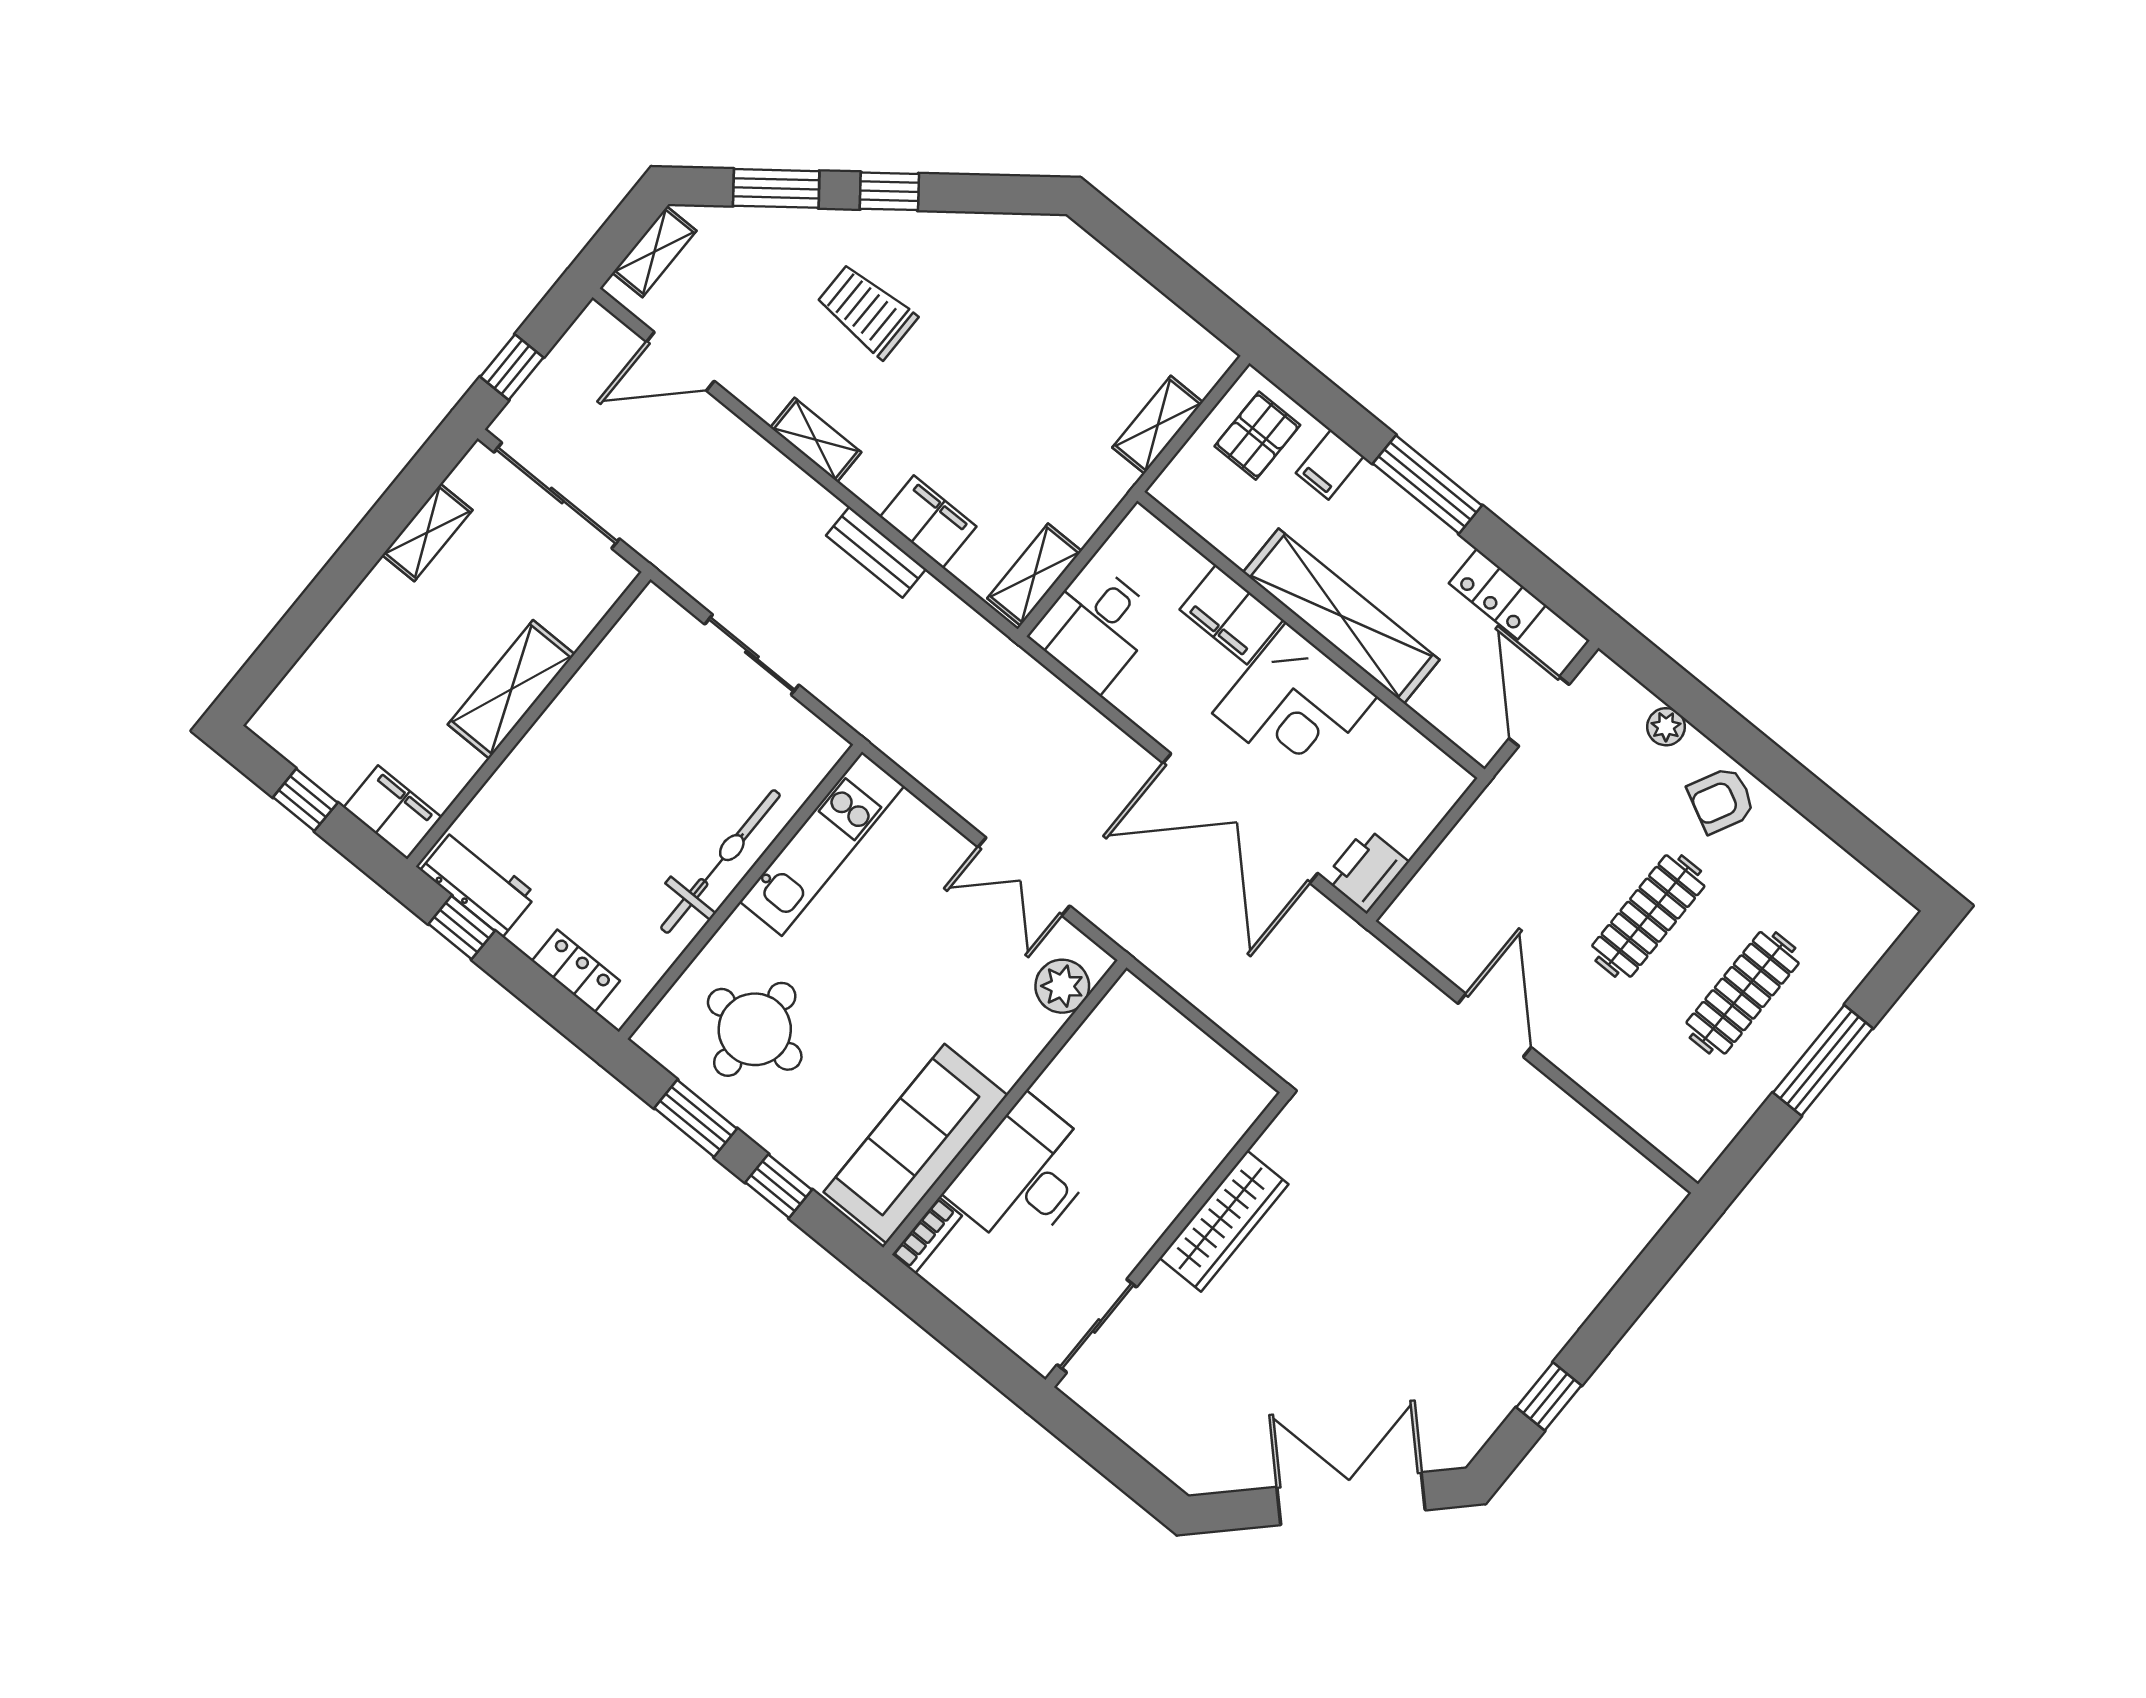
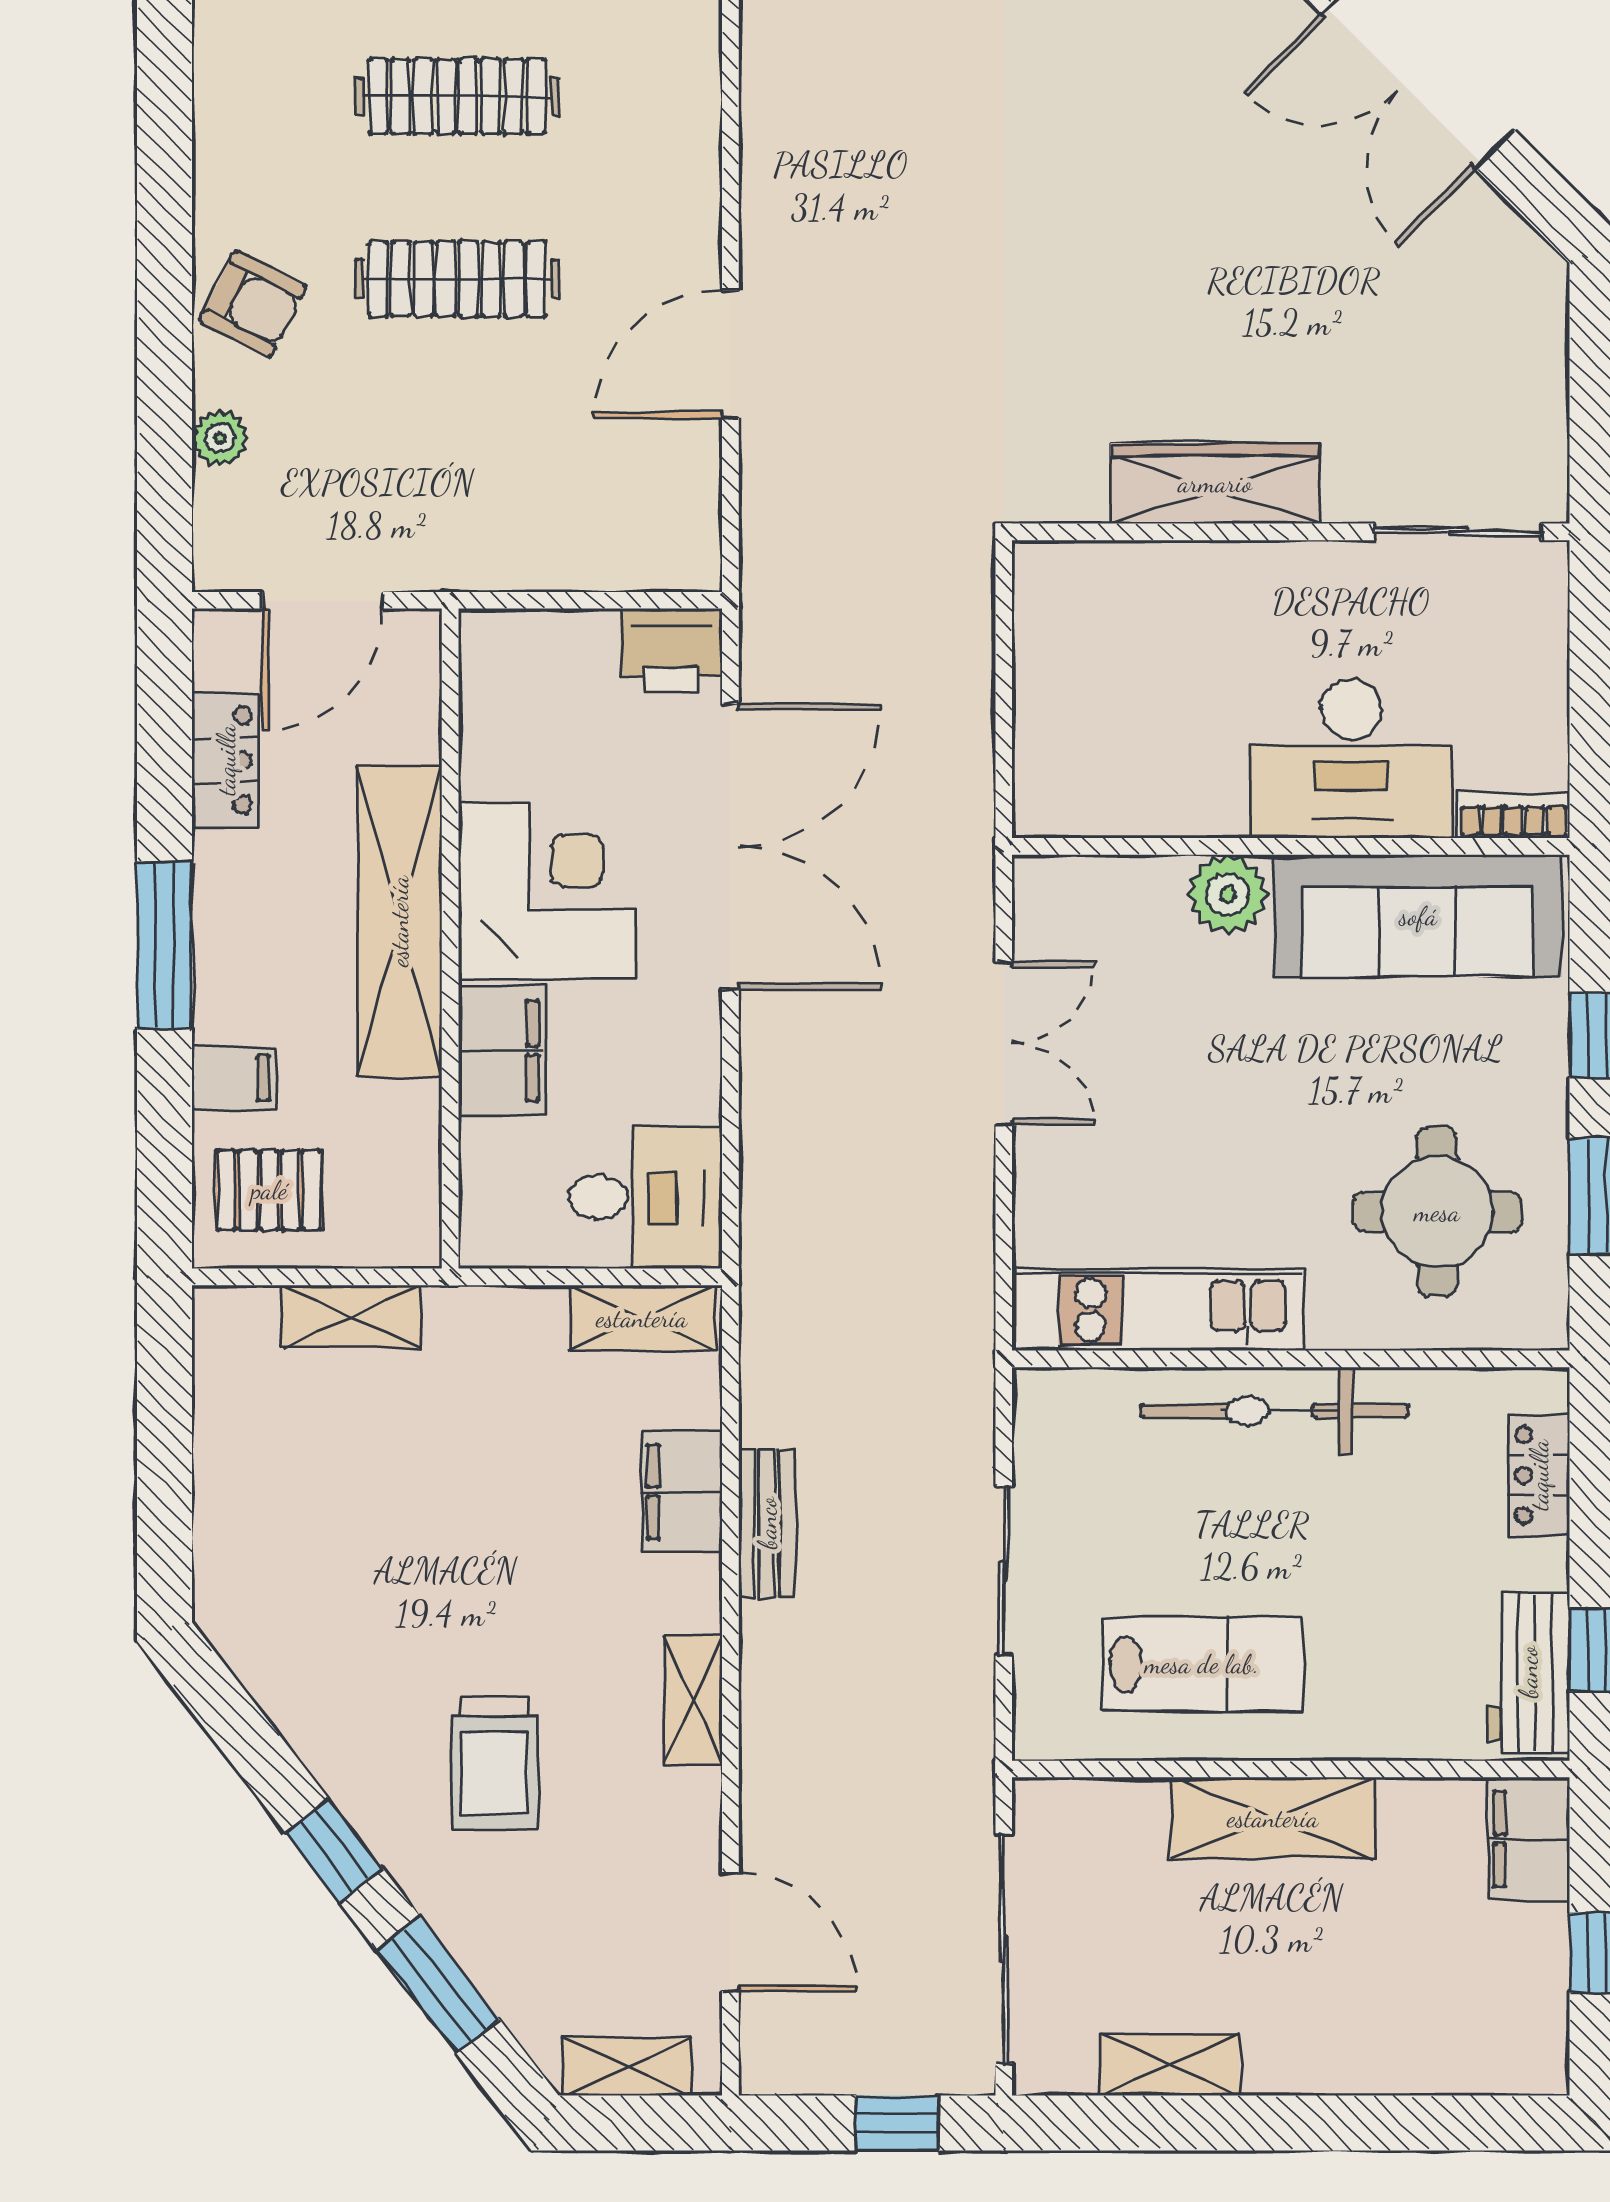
lab bench: (620, 718) -> (1202, 1664), added
plant: (1062, 986) -> (1228, 895), moved

